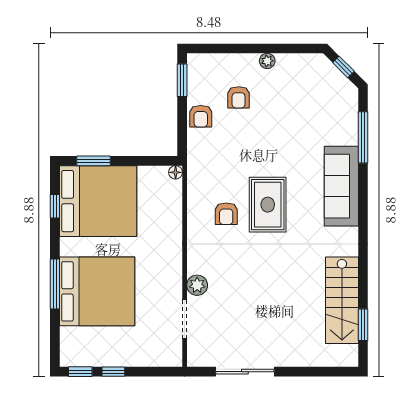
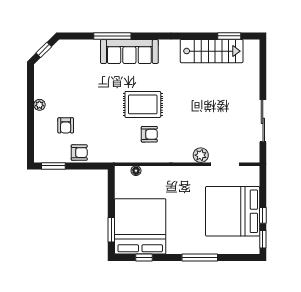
armchair: (239, 97) -> (66, 125), turned 90
window: (363, 137) -> (112, 36), moved
floor lamp: (176, 172) -> (136, 171), moved
bed: (97, 291) -> (233, 211), moved, turned -90

